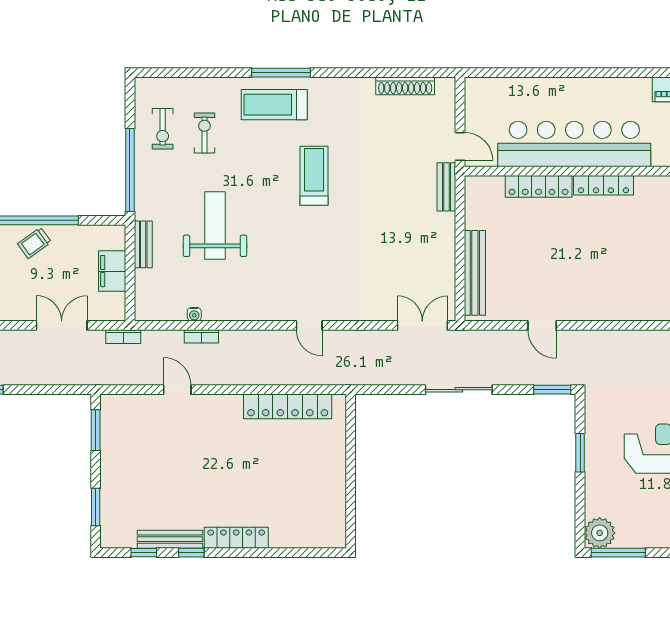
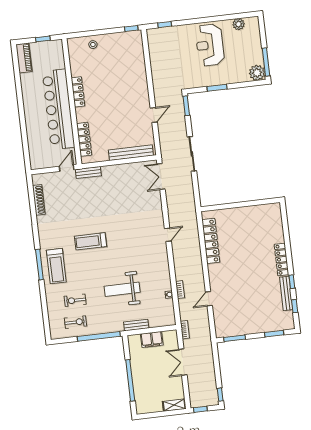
locker: (539, 186) -> (84, 139), moved
trolley: (34, 243) -> (142, 381), removed

